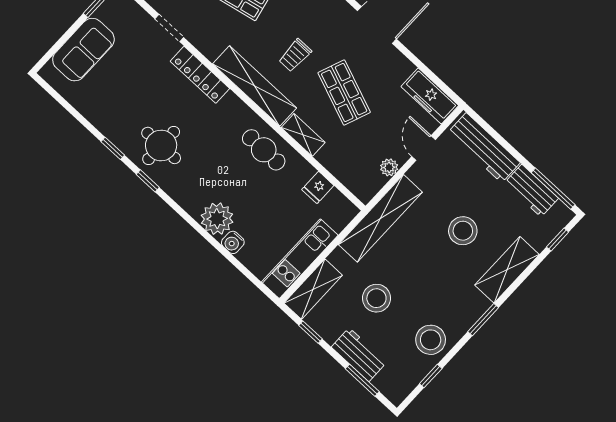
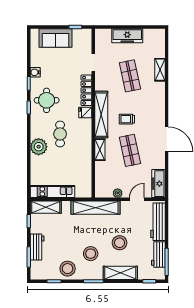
shop shelf: (344, 93) -> (130, 150), turned -33
cafe table: (264, 150) -> (60, 134), moved
fridge: (318, 187) -> (85, 112), moved
water cooler: (233, 242) -> (35, 72), moved
stool: (376, 298) -> (91, 254), moved

